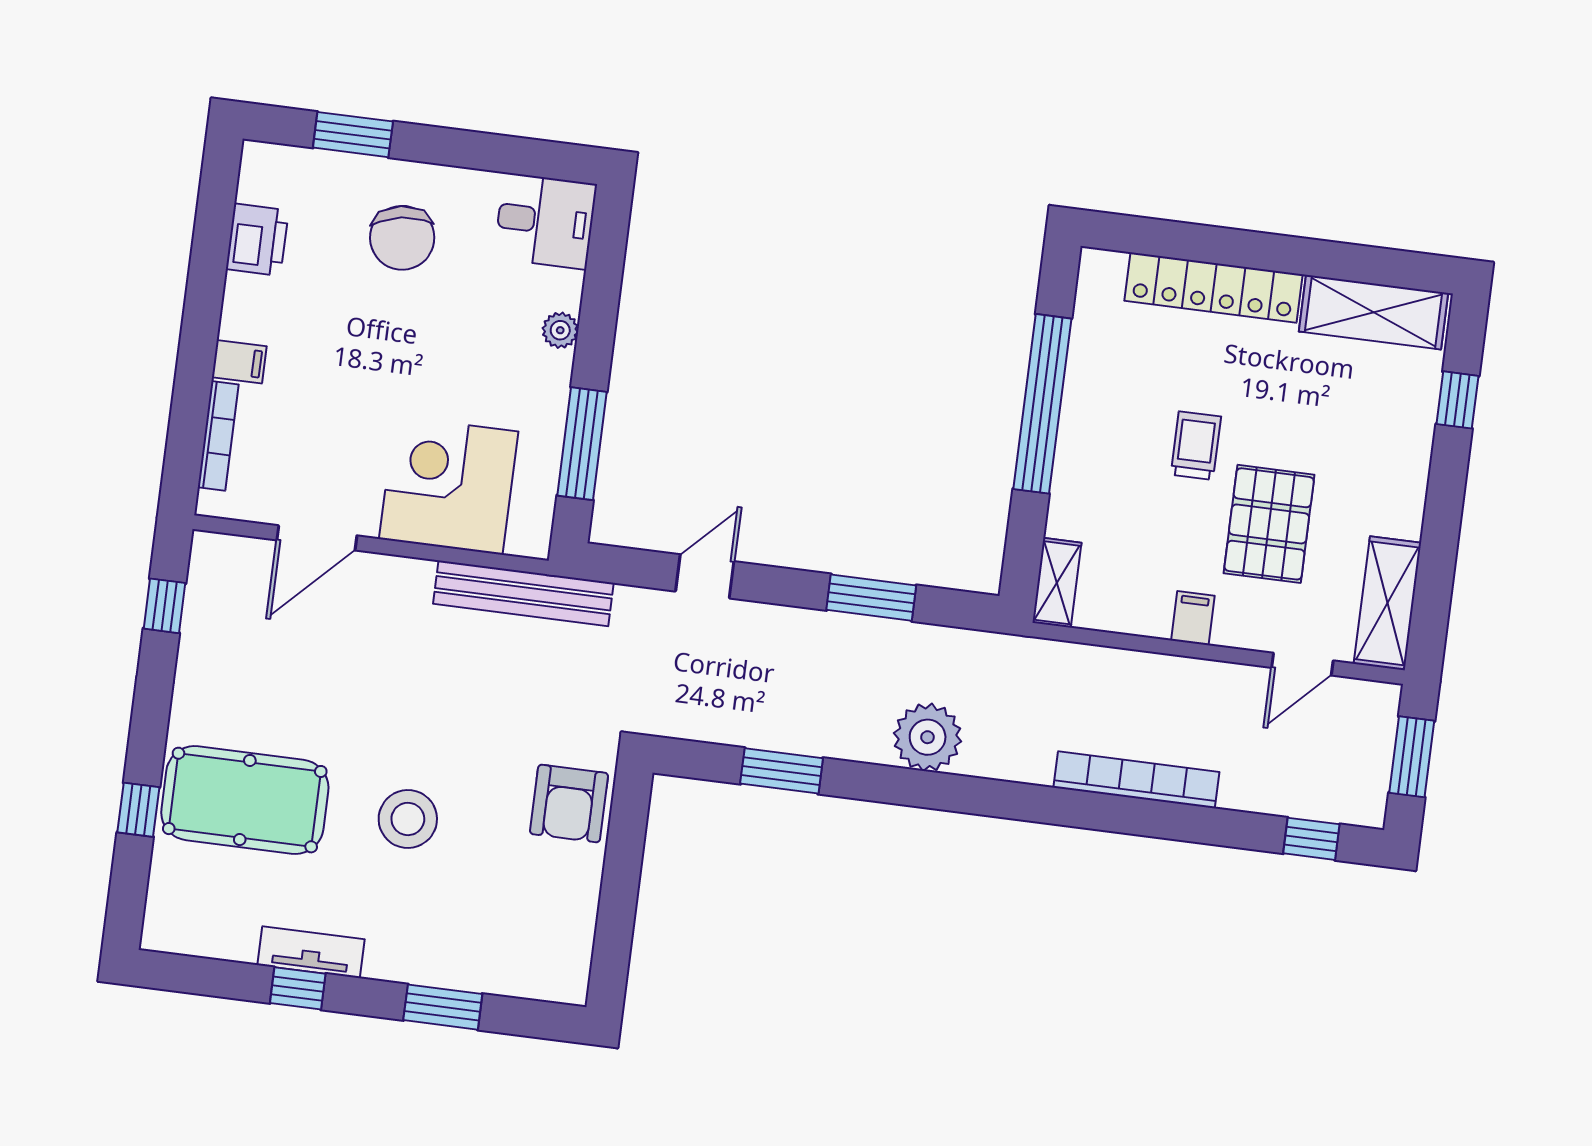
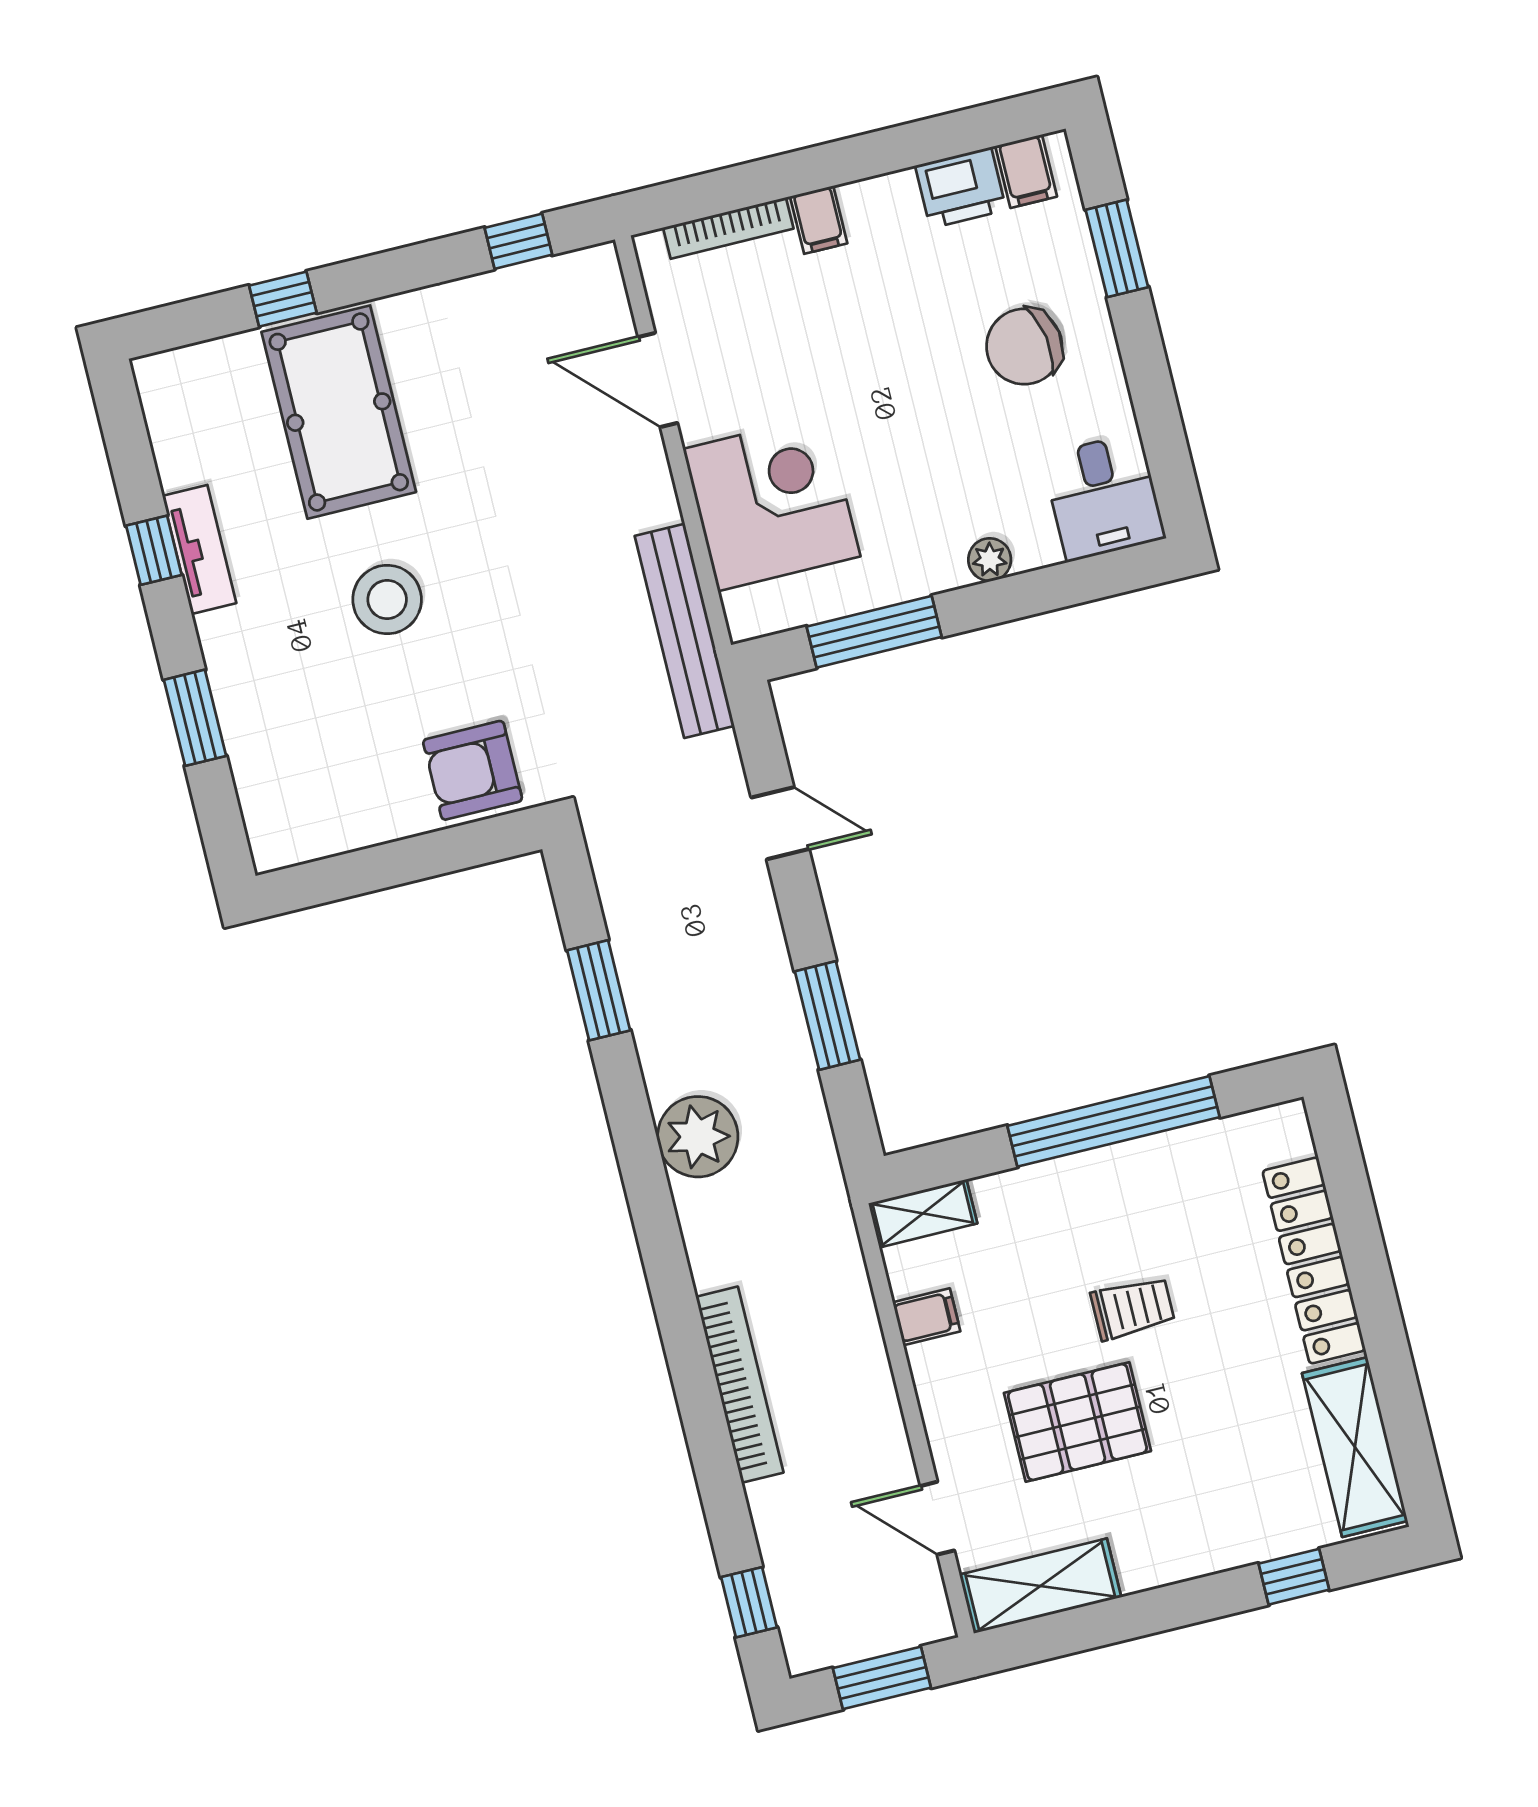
filing cabinet: (264, 183) -> (1026, 171), added
filing cabinet: (1193, 618) -> (926, 1317), moved

